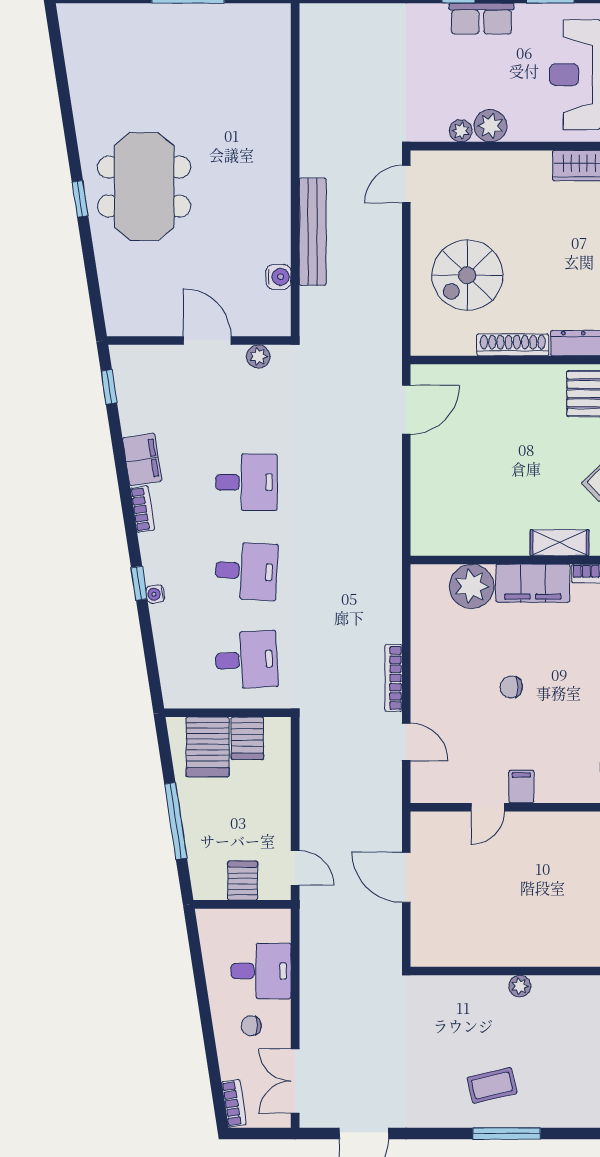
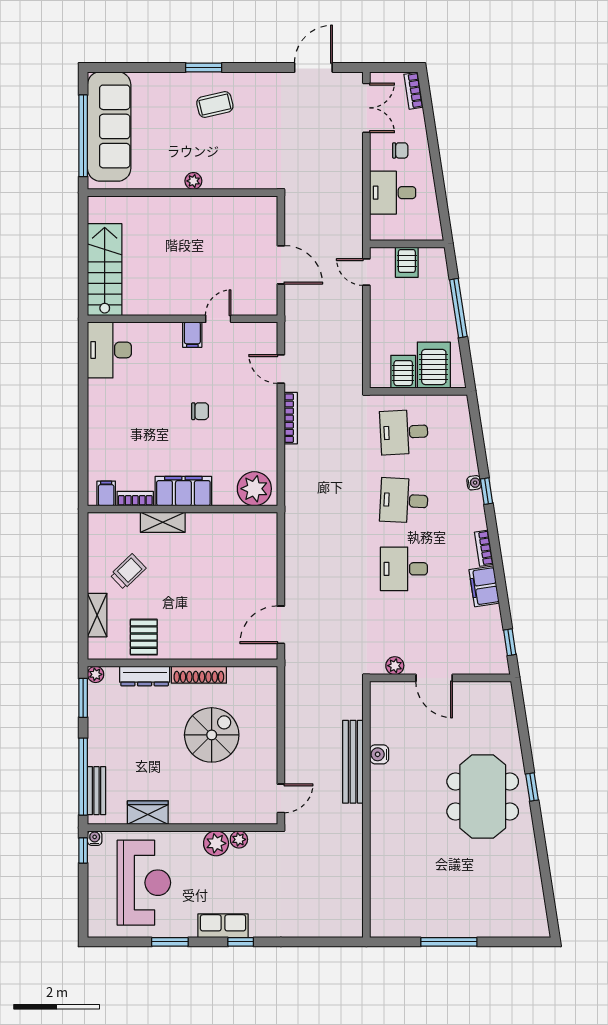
spiral stairs: (467, 275) -> (212, 735), moved
water cooler: (279, 277) -> (379, 754), moved
plant: (472, 586) -> (254, 489), moved
window: (507, 1134) -> (204, 67), width x0.69

